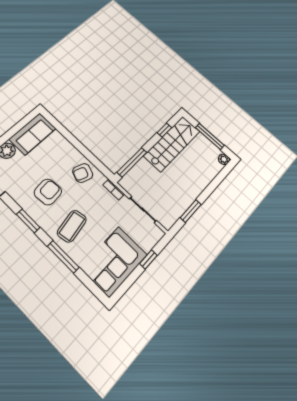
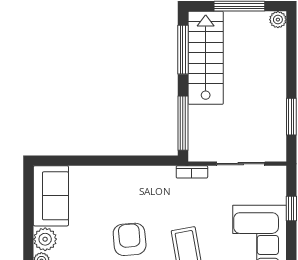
window: (164, 130) -> (183, 50), width x2.17
armchair: (83, 173) -> (144, 186), removed

